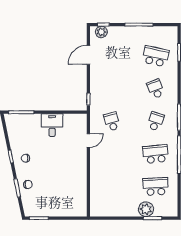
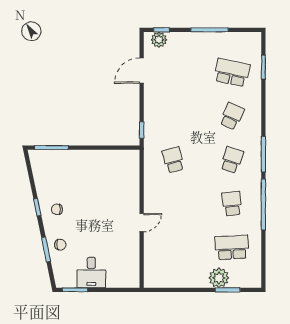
school desk: (156, 89) -> (232, 116), turned 45
desk: (52, 125) -> (91, 272), moved, turned 180
door: (88, 140) -> (142, 223), moved
school desk: (156, 154) -> (232, 204), width x0.54

